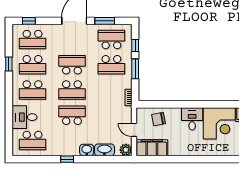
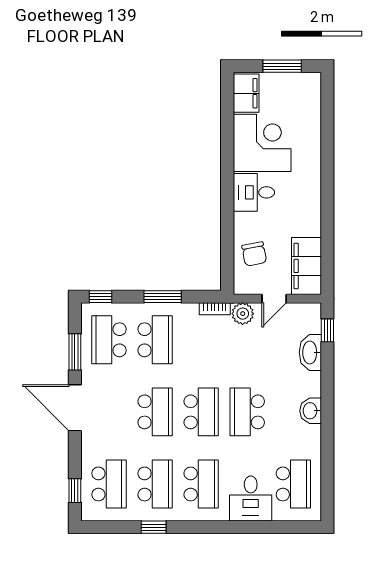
window: (135, 46) -> (101, 297), moved
school desk: (72, 65) -> (155, 412), turned 180
washbasin: (87, 150) -> (311, 411), moved
plant: (126, 150) -> (243, 314), moved
window: (67, 159) -> (327, 330), moved

